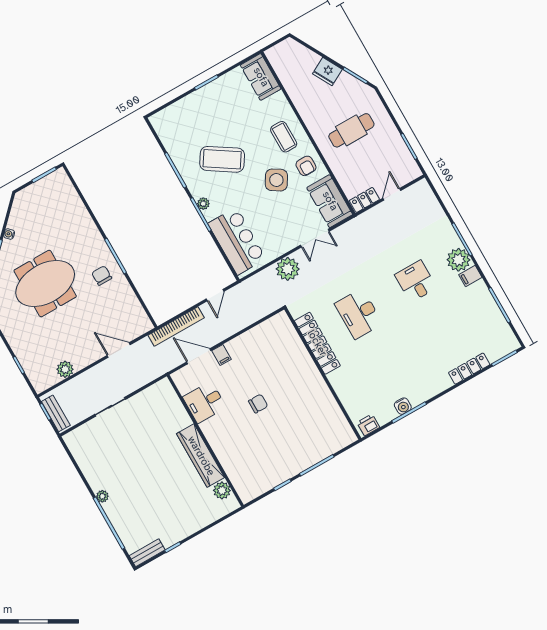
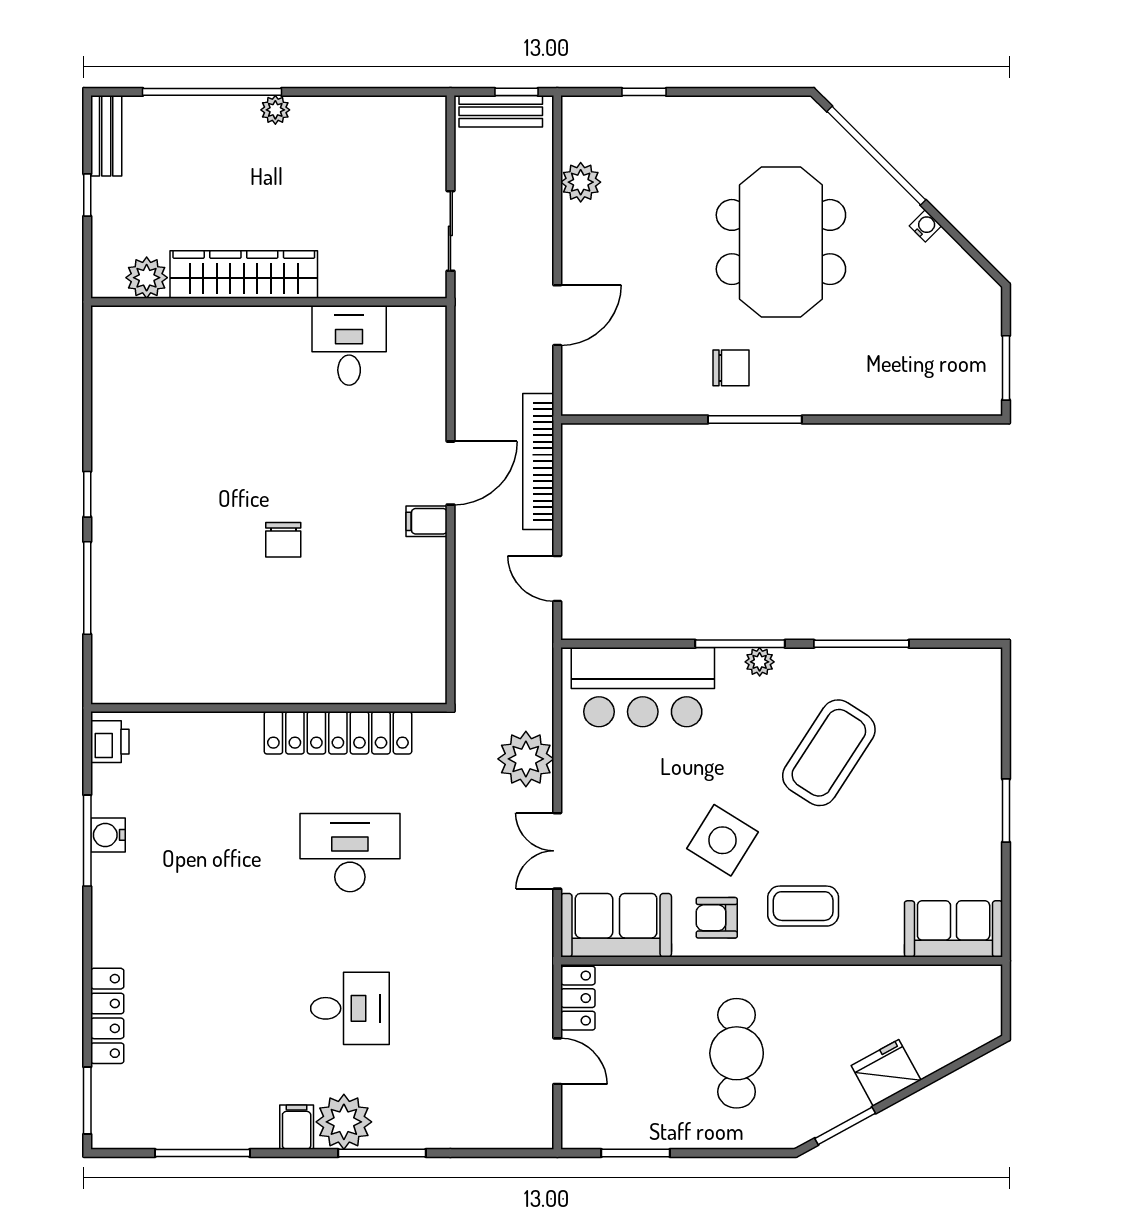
desk: (204, 402) -> (349, 345), moved
wall: (205, 441) -> (269, 302), moved
wardrobe: (201, 456) -> (244, 275), moved
plant: (222, 490) -> (147, 278), moved

